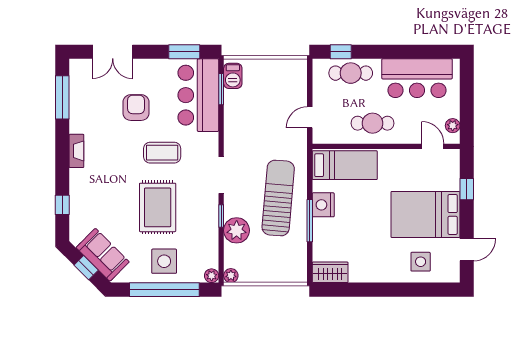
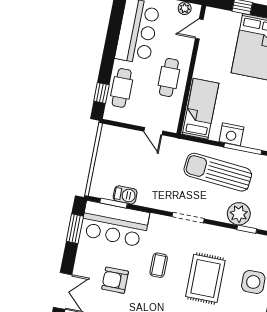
barbecue: (233, 76) -> (125, 195), moved
coffee table: (162, 153) -> (159, 265), width x0.73, depth x0.77
rug: (158, 207) -> (205, 278), turned 90
window: (221, 216) -> (247, 229), moved

